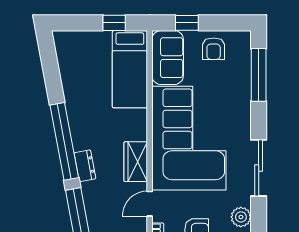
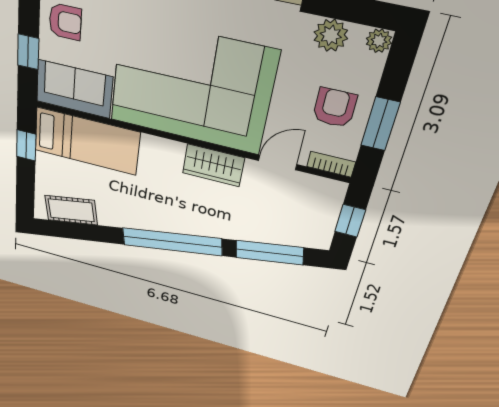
cot: (68, 61) -> (71, 210), added
dresser: (85, 166) -> (208, 227), removed
door: (150, 204) -> (278, 163), swing flipped

